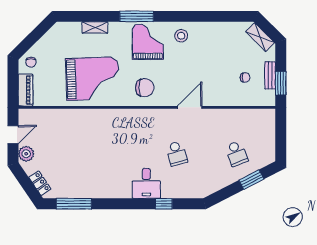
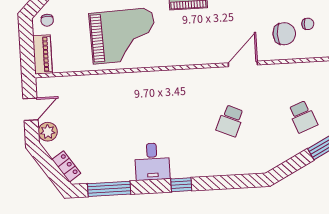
chair: (145, 88) -> (284, 34), moved
school desk: (177, 154) -> (230, 121), turned 39
desk: (146, 183) -> (152, 162), moved
window: (164, 204) -> (181, 185), moved

